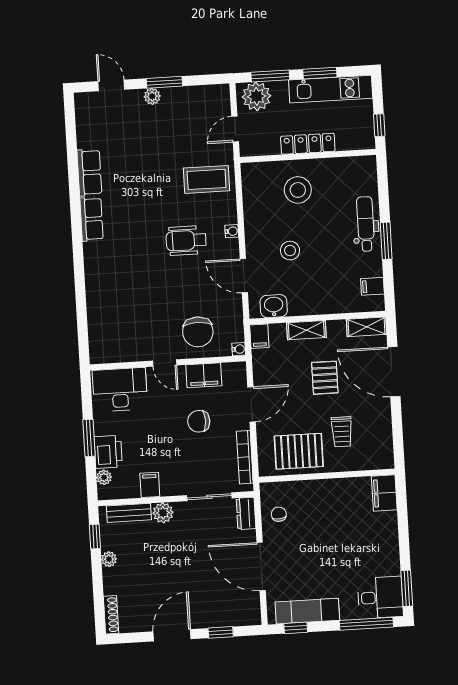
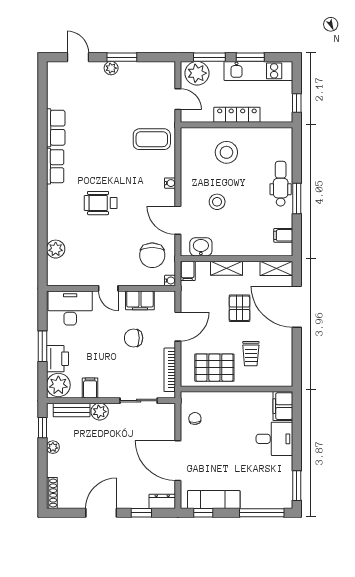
door: (235, 129) -> (178, 99), swing flipped
wheelchair: (186, 240) -> (101, 203), moved
plant: (98, 319) -> (56, 249), added
chair: (198, 332) -> (152, 255), moved
plant: (104, 477) -> (58, 385), width x1.88, depth x1.88
dresser: (246, 513) -> (162, 501), moved, turned 90
desk: (380, 597) -> (274, 439), moved

